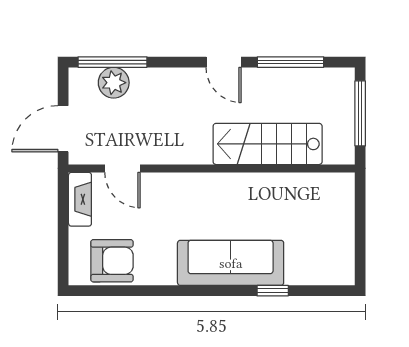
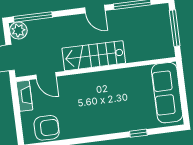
plant: (114, 83) -> (18, 30), moved
stairs: (268, 144) -> (94, 56), moved
sofa: (231, 263) -> (167, 93), moved, turned -90

